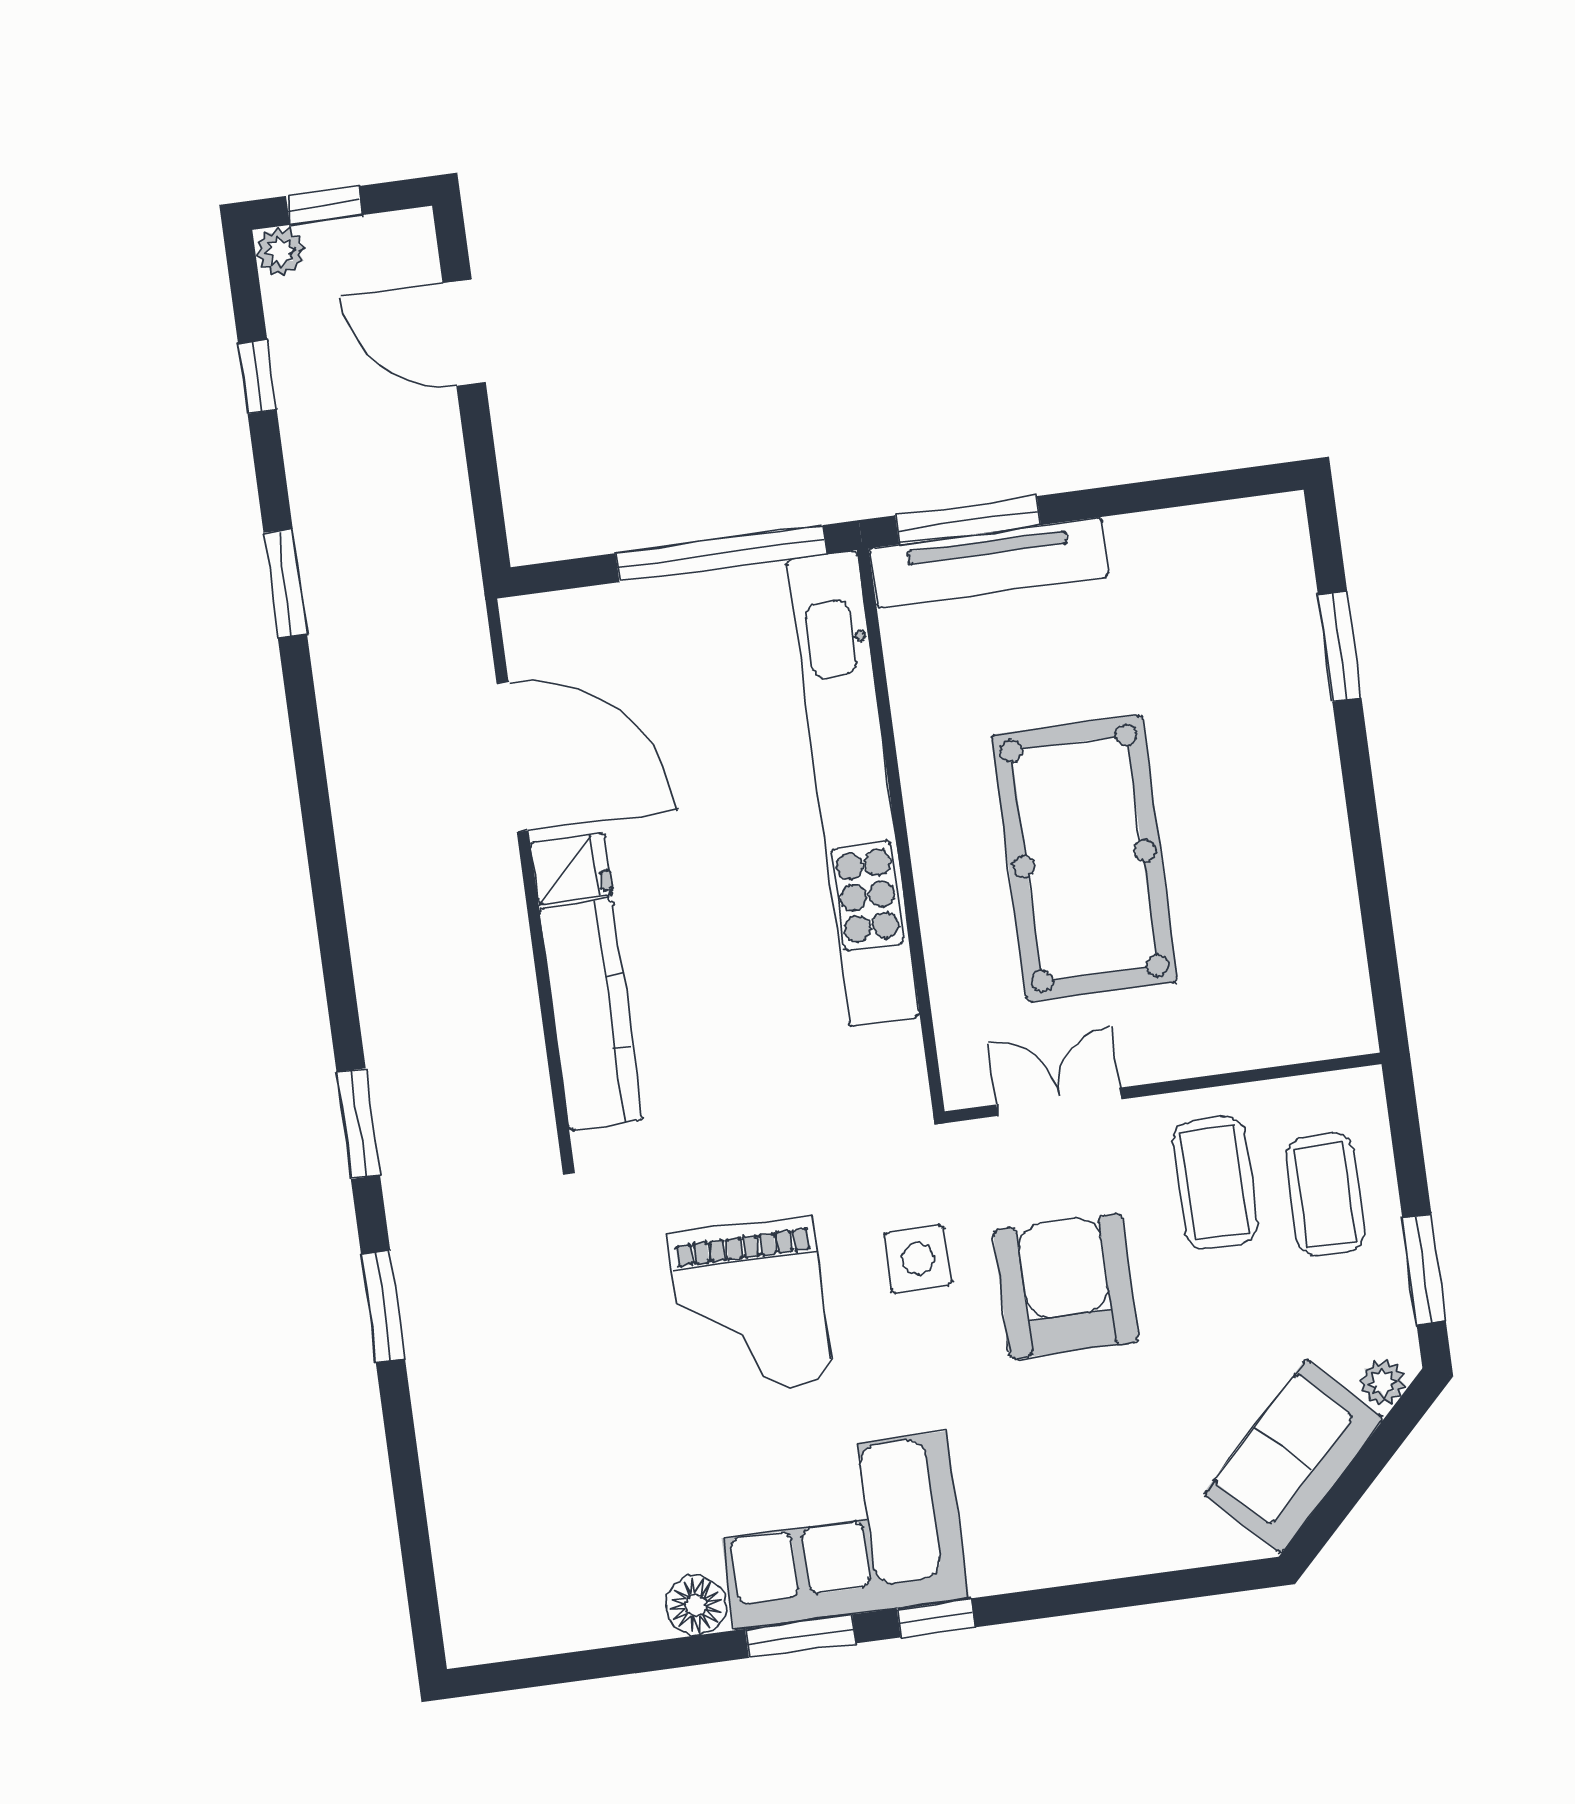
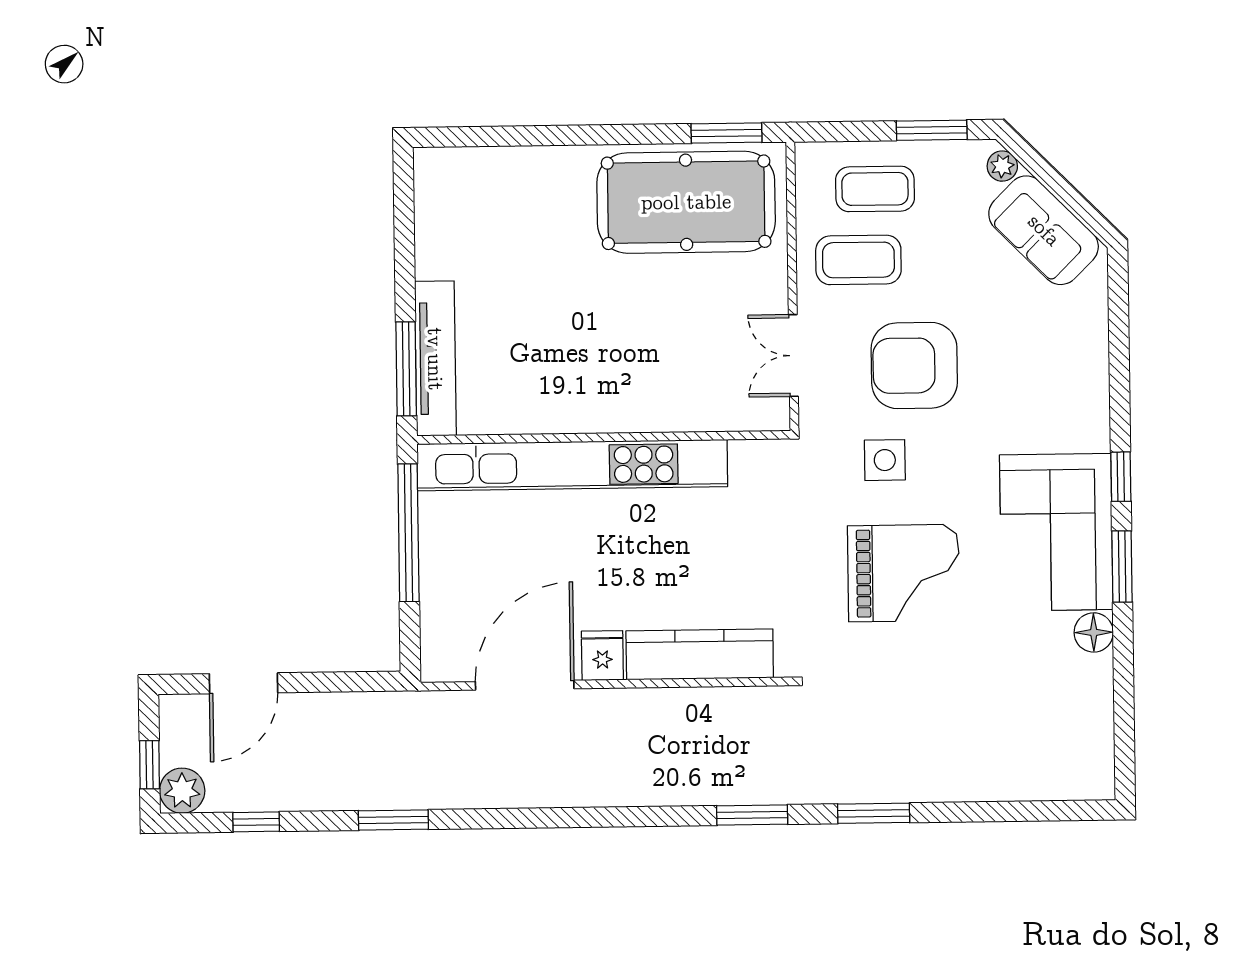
plant: (280, 251) -> (182, 791), width x1.38, depth x1.38
window: (1340, 647) -> (726, 133), moved
pool table: (1084, 858) -> (686, 202), moved

